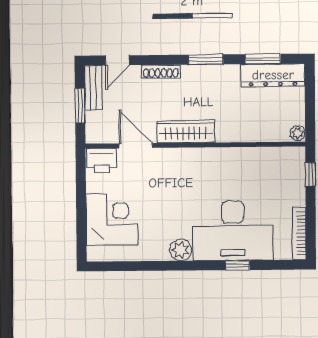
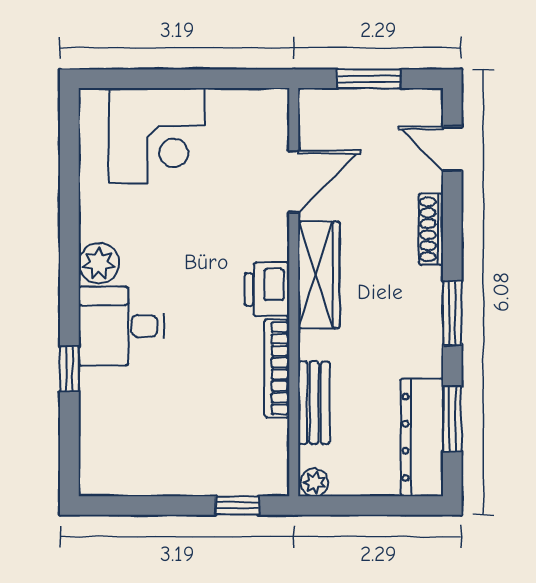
bench: (93, 88) -> (314, 403), moved, turned 90
printer: (102, 160) -> (267, 289), moved
desk: (233, 231) -> (121, 326), width x0.53, depth x0.77
bookcase: (299, 234) -> (277, 368), moved, turned -90

